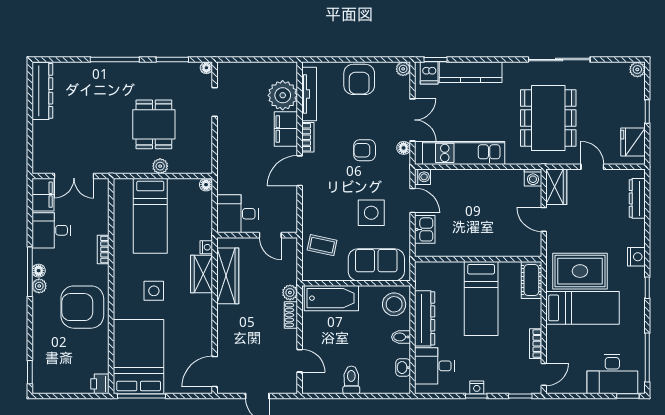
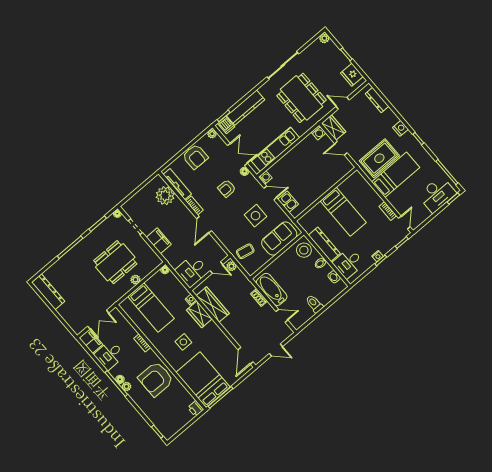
dining table: (154, 124) -> (115, 262), width x1.37
filing cabinet: (286, 129) -> (159, 241), moved, turned 180
cot: (531, 280) -> (360, 182), removed
plant: (290, 292) -> (231, 266), moved
bathtub: (331, 298) -> (272, 289), moved, turned -90

